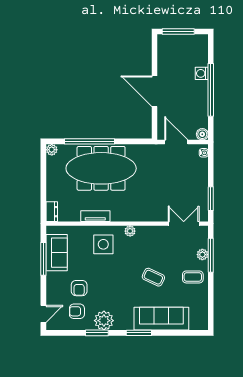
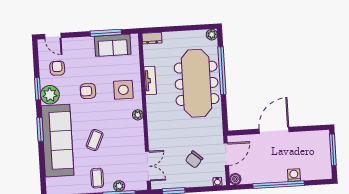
chair: (180, 176) -> (194, 159), added
armchair: (79, 288) -> (88, 91), moved
sofa: (161, 319) -> (58, 141), width x1.36, depth x1.27

